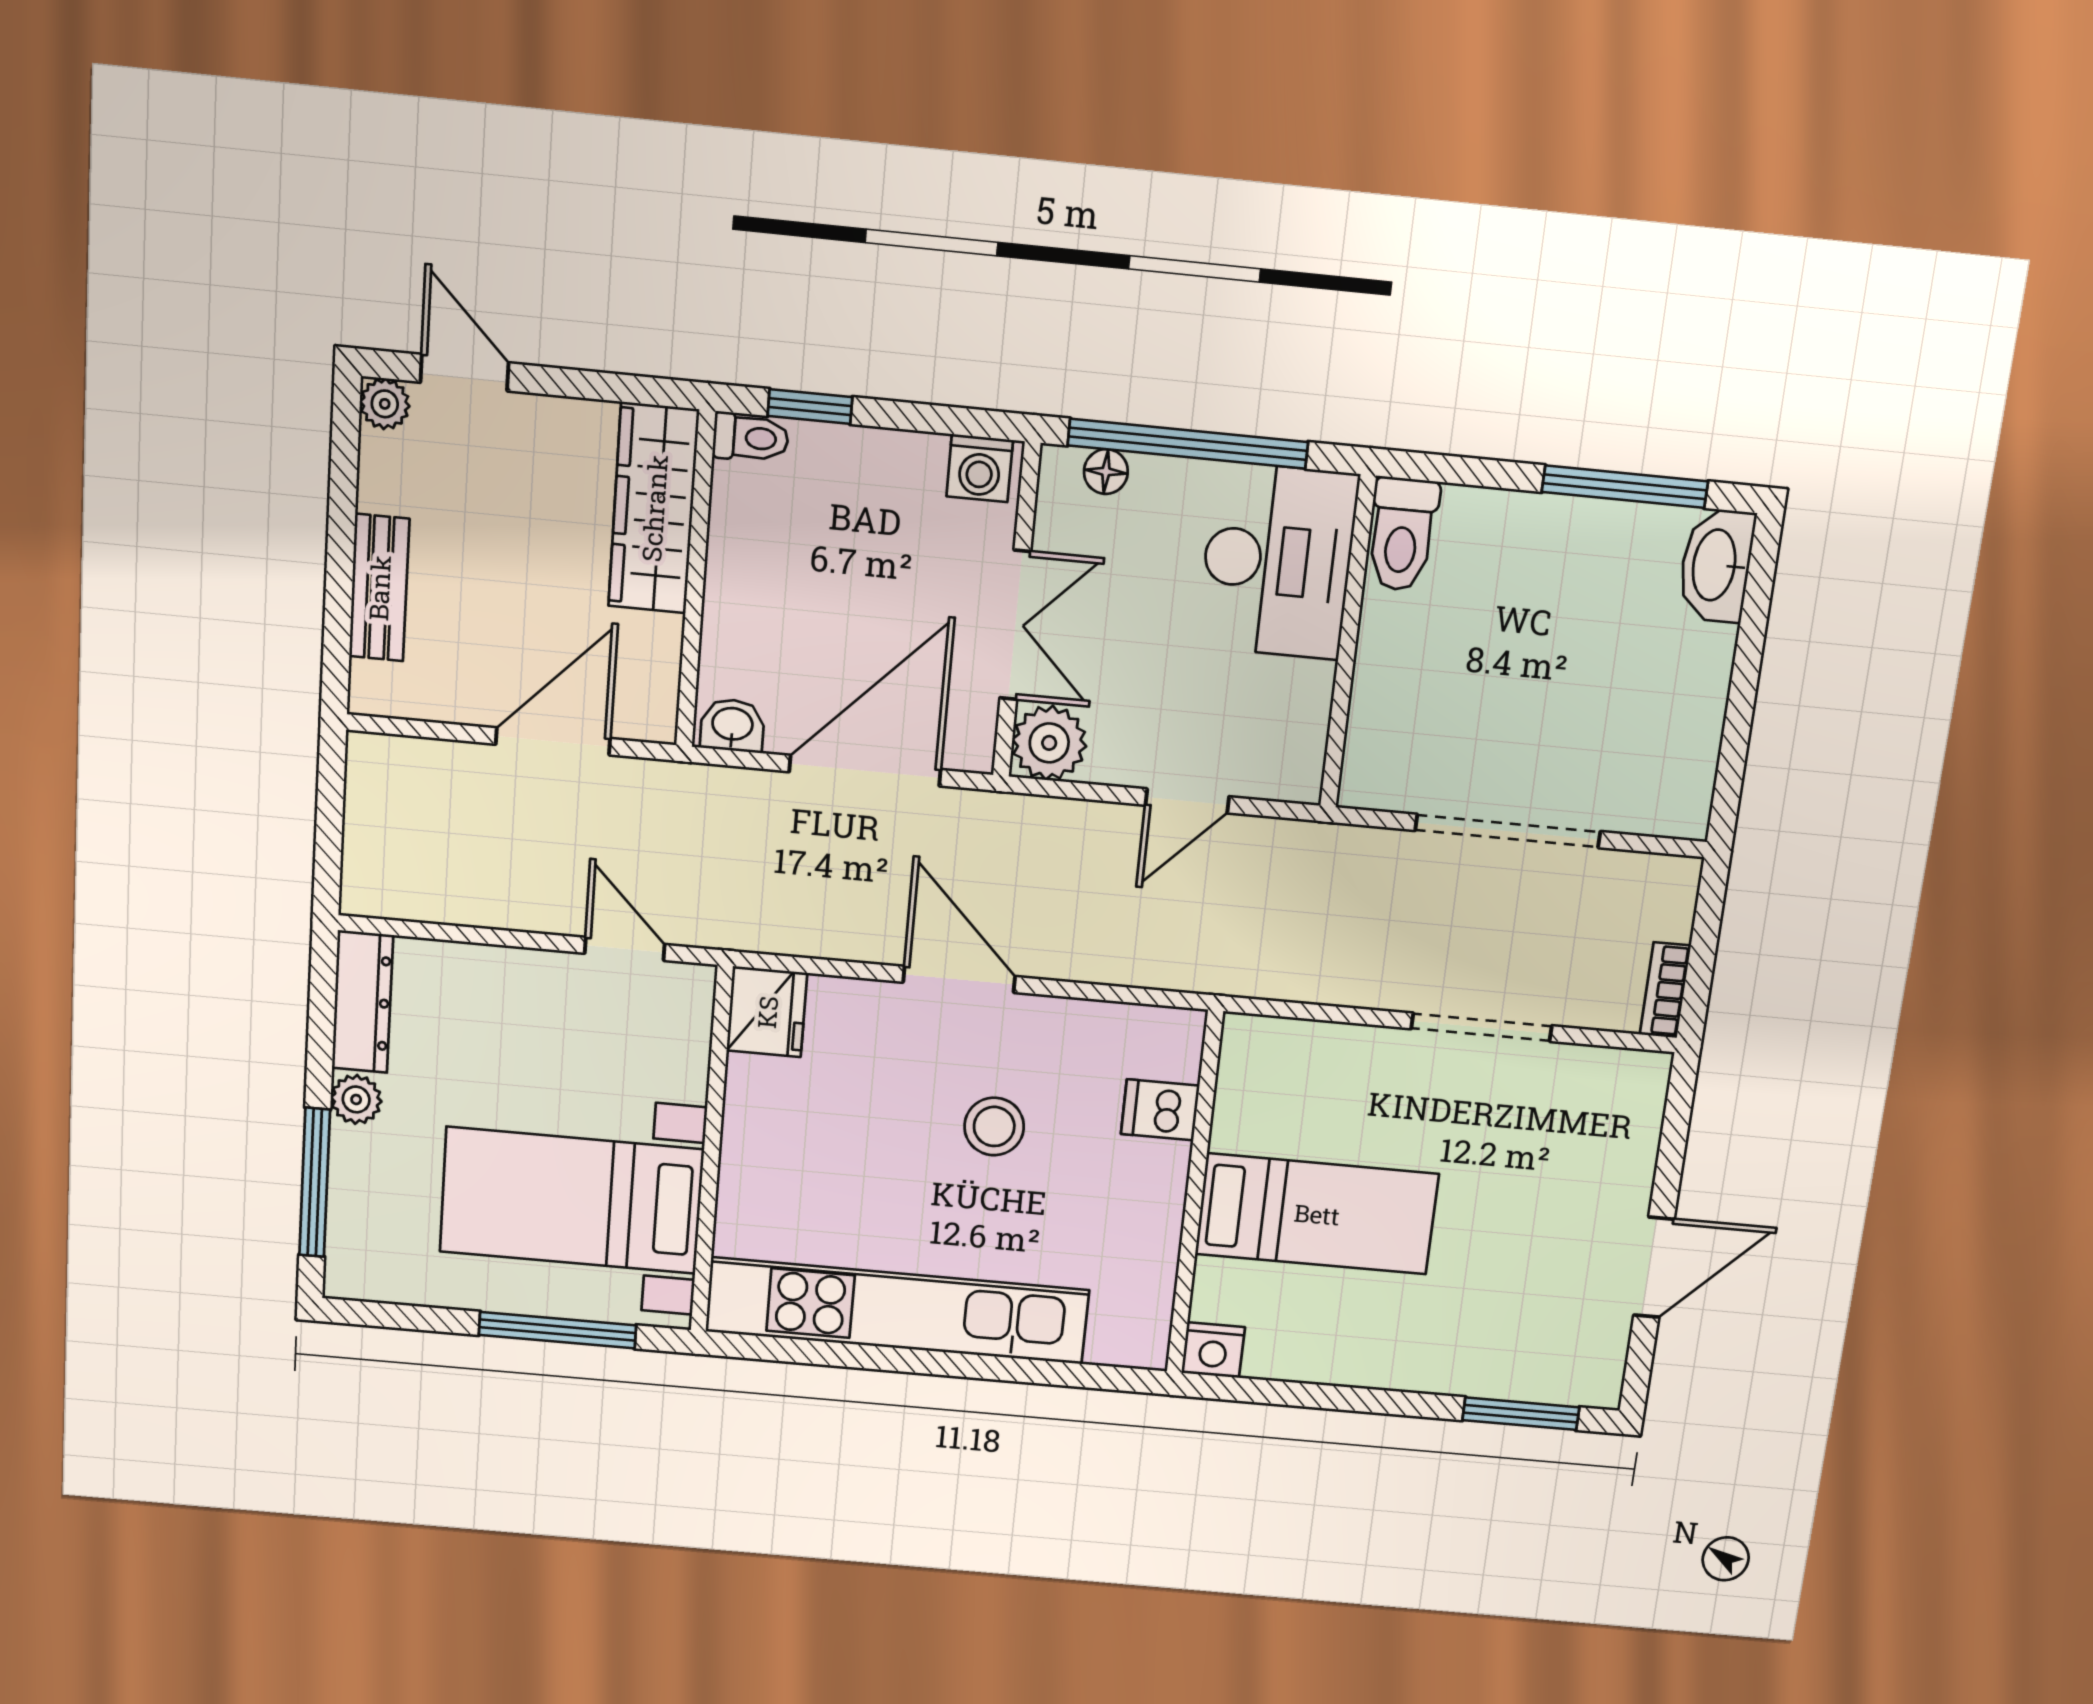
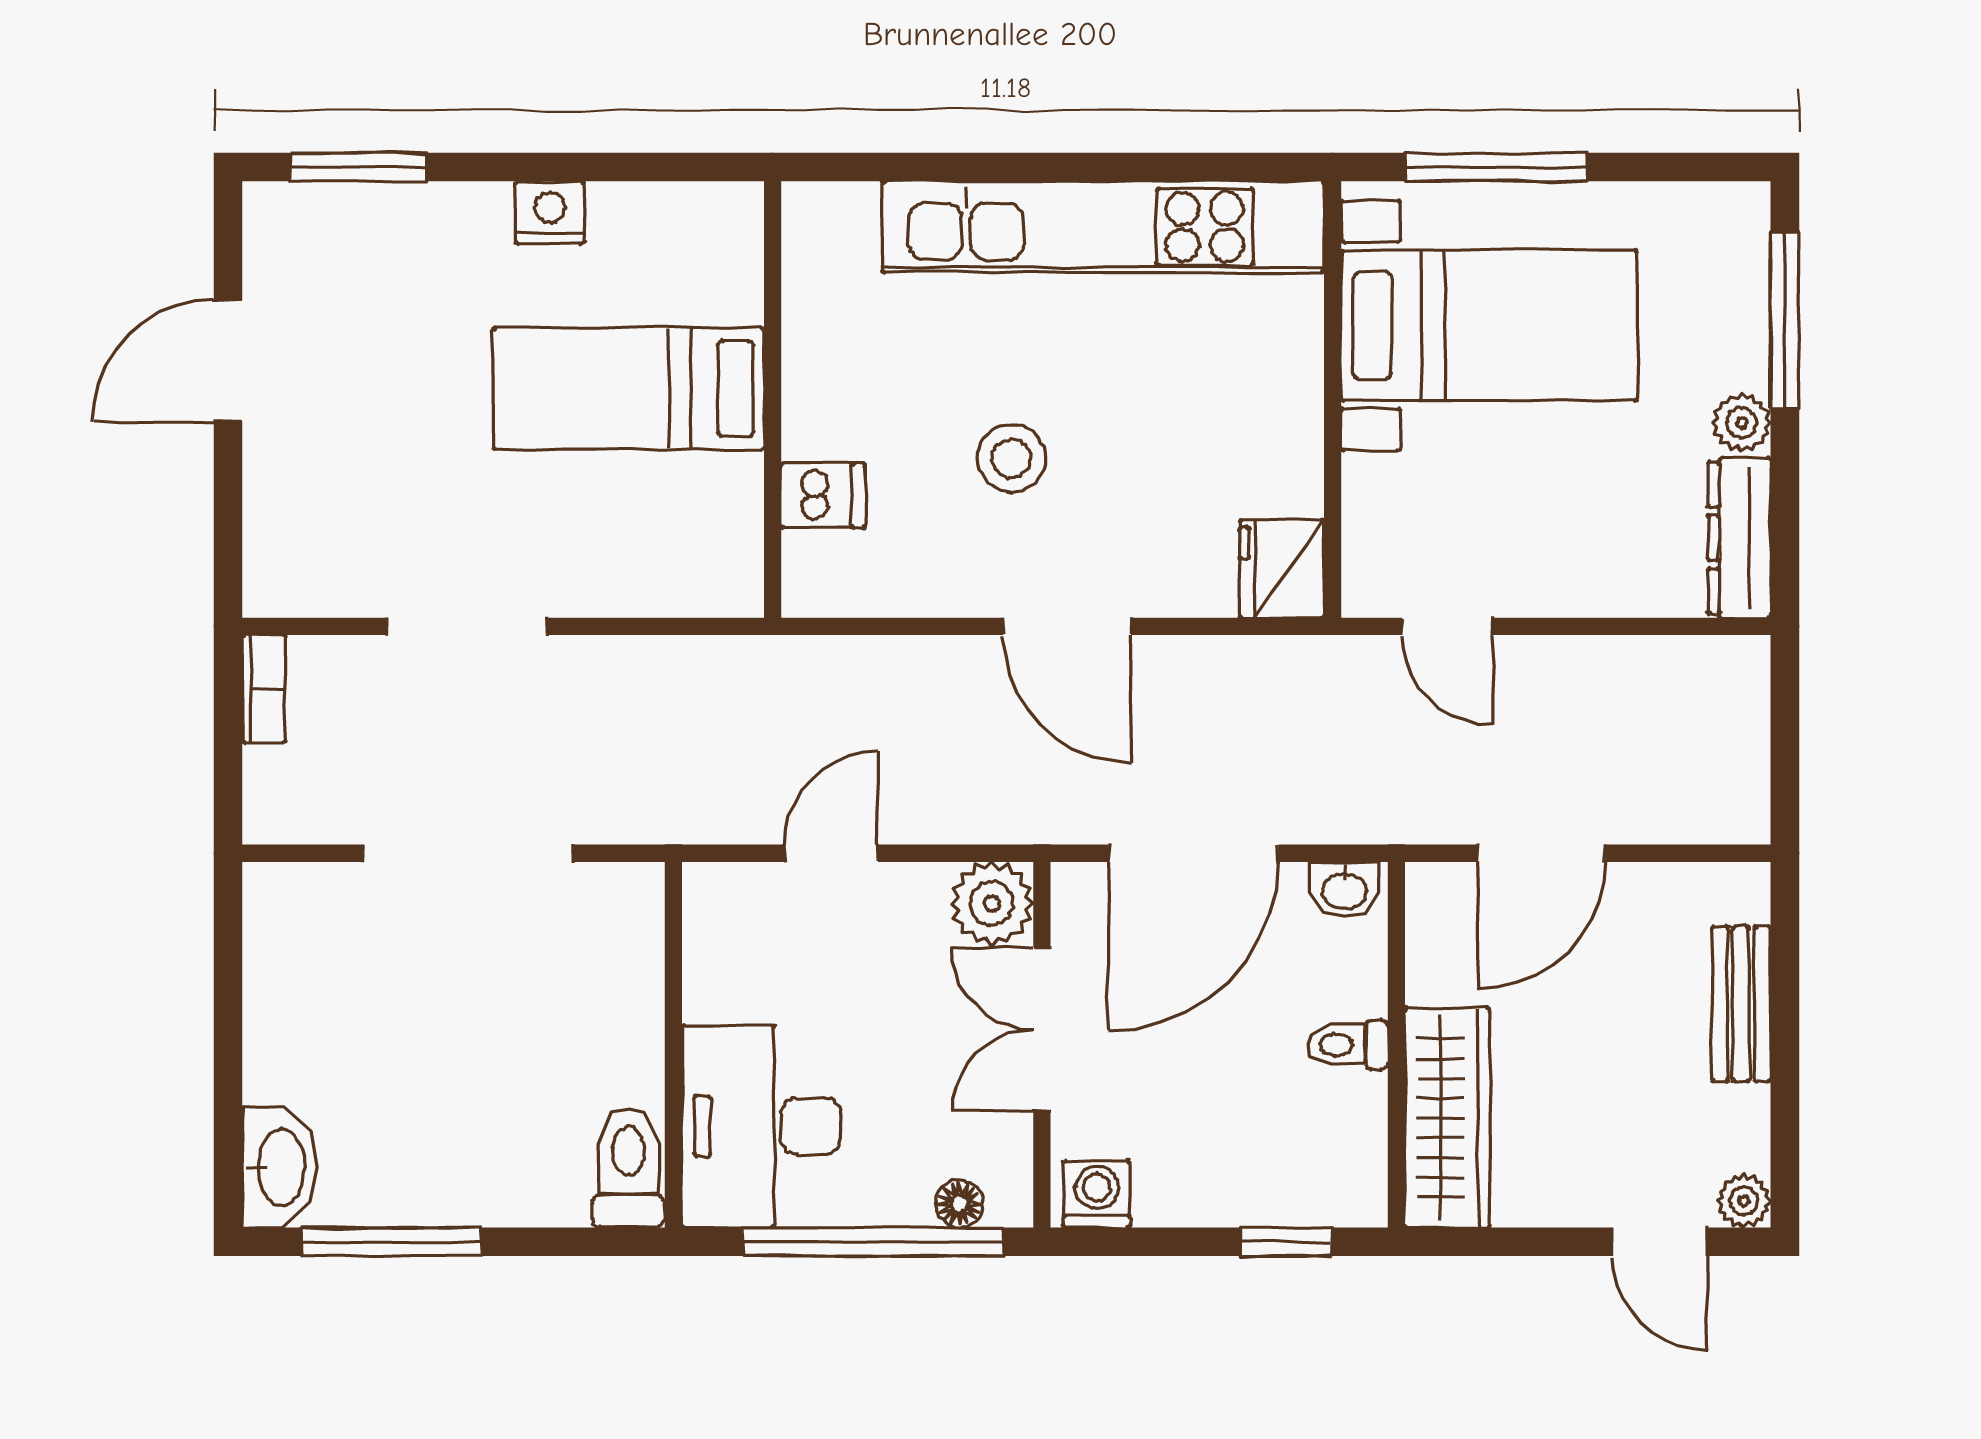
toilet: (751, 438) -> (1348, 1045), moved
nightstand: (1213, 1350) -> (550, 213), moved

